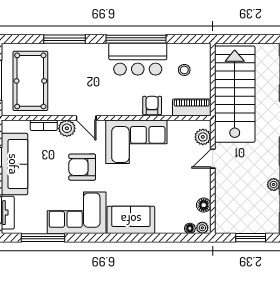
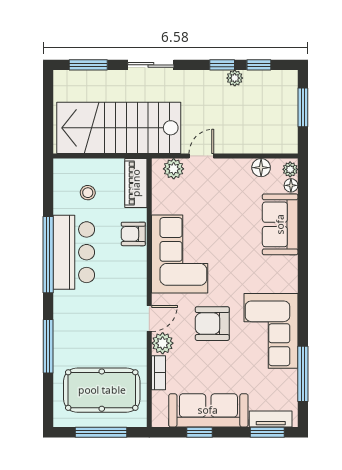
door: (213, 159) -> (201, 156), swing flipped
armchair: (82, 167) -> (212, 324), turned 90
sofa: (131, 220) -> (280, 224), moved

